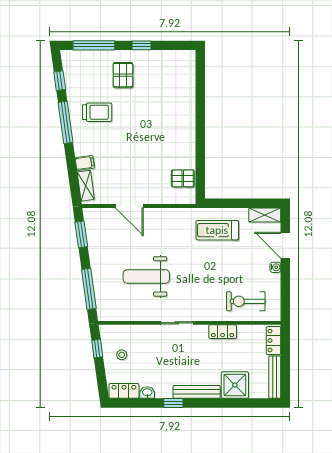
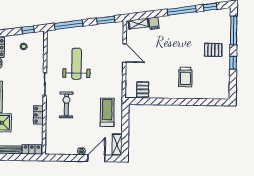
trolley: (97, 112) -> (185, 77), moved
door: (129, 206) -> (124, 53), swing flipped
exercise bike: (246, 301) -> (66, 105), moved

